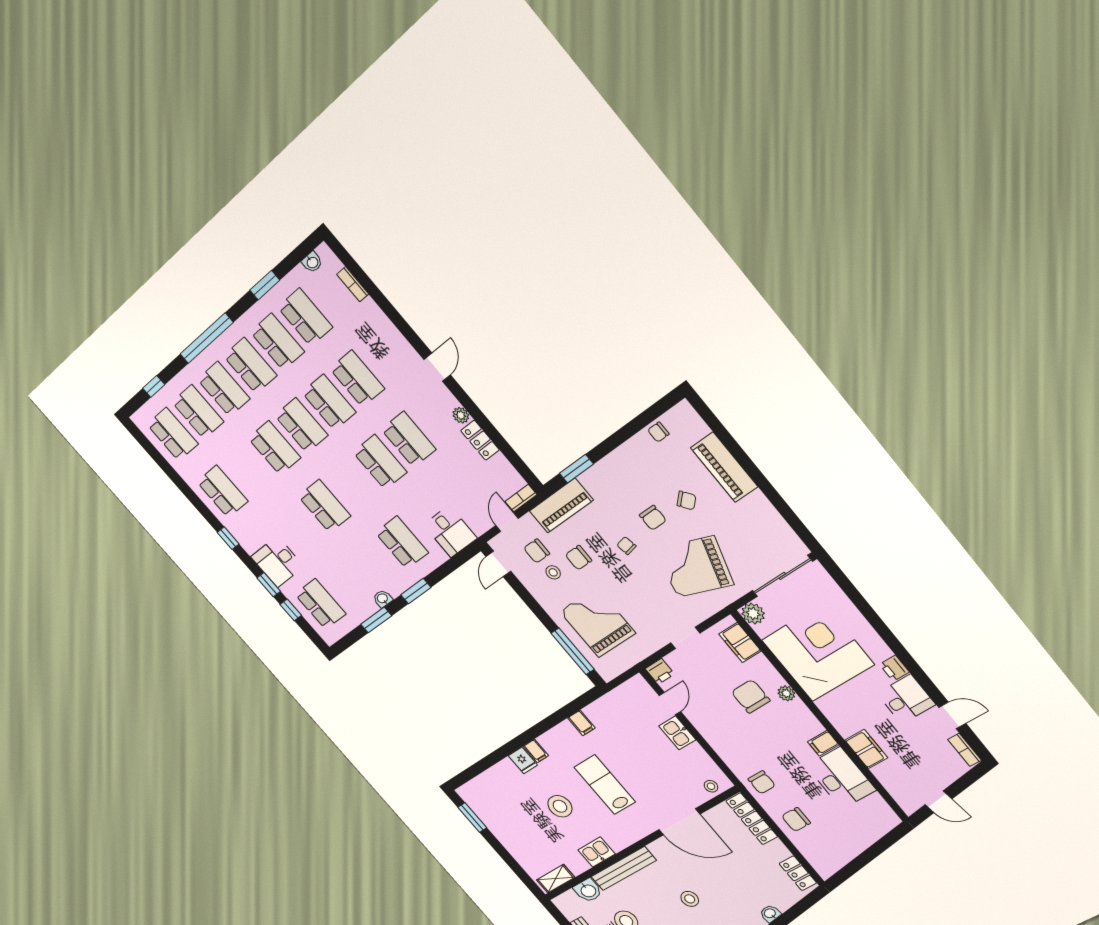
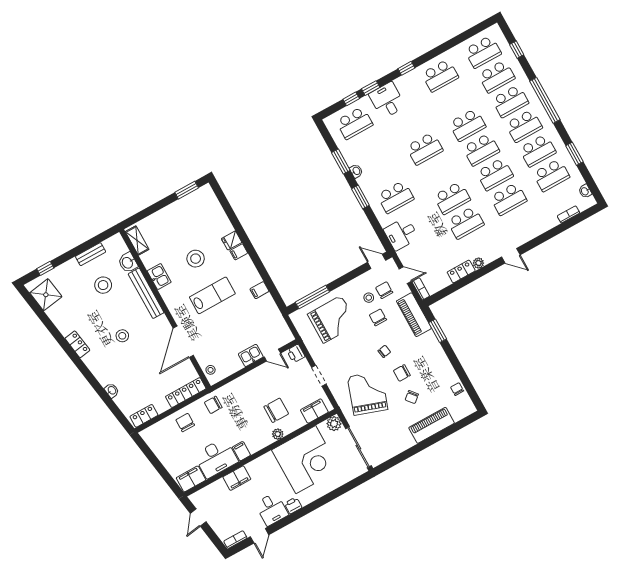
filing cabinet: (880, 812) -> (191, 479), added

